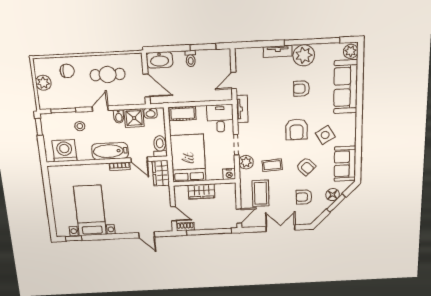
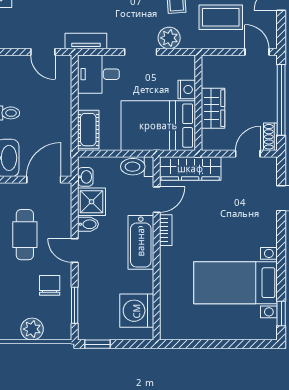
chair: (67, 71) -> (50, 285), moved
stool: (80, 126) -> (100, 283), removed
wardrobe: (161, 173) -> (190, 169), width x1.50
nightstand: (229, 174) -> (187, 90), moved

